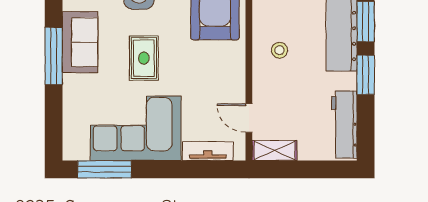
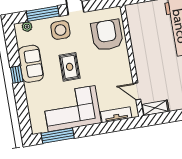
stool: (279, 50) -> (148, 49), removed
window: (54, 56) -> (17, 74), width x0.46

